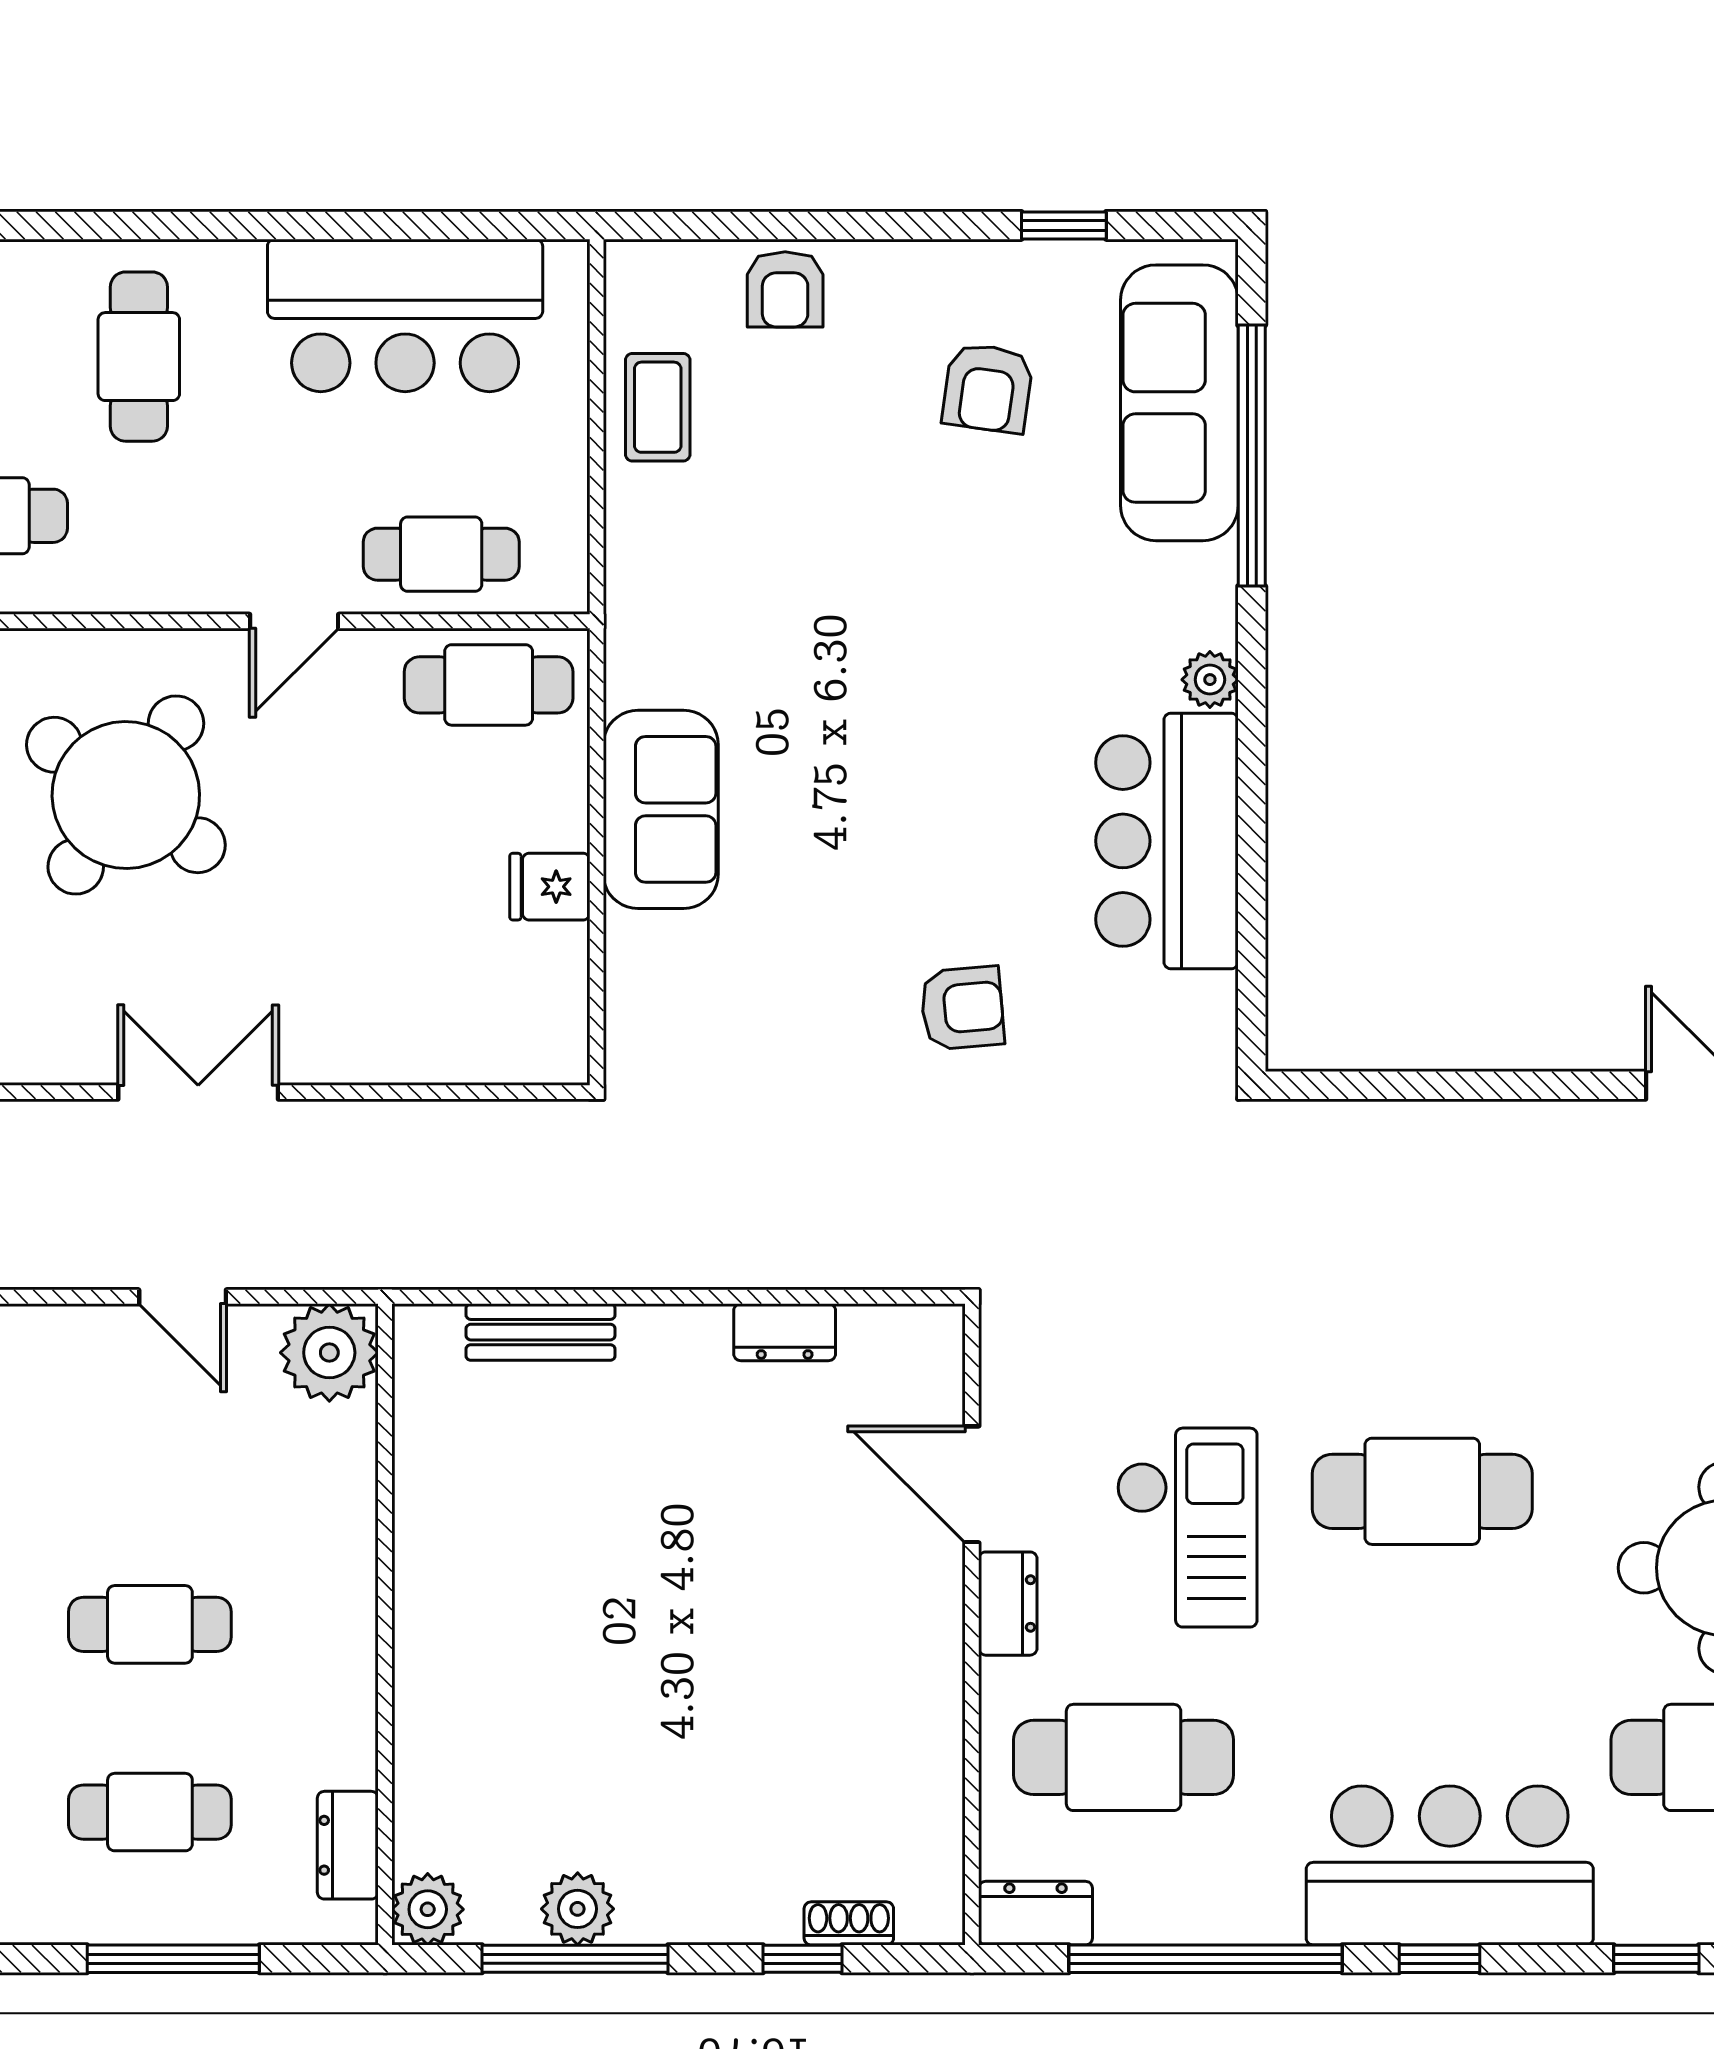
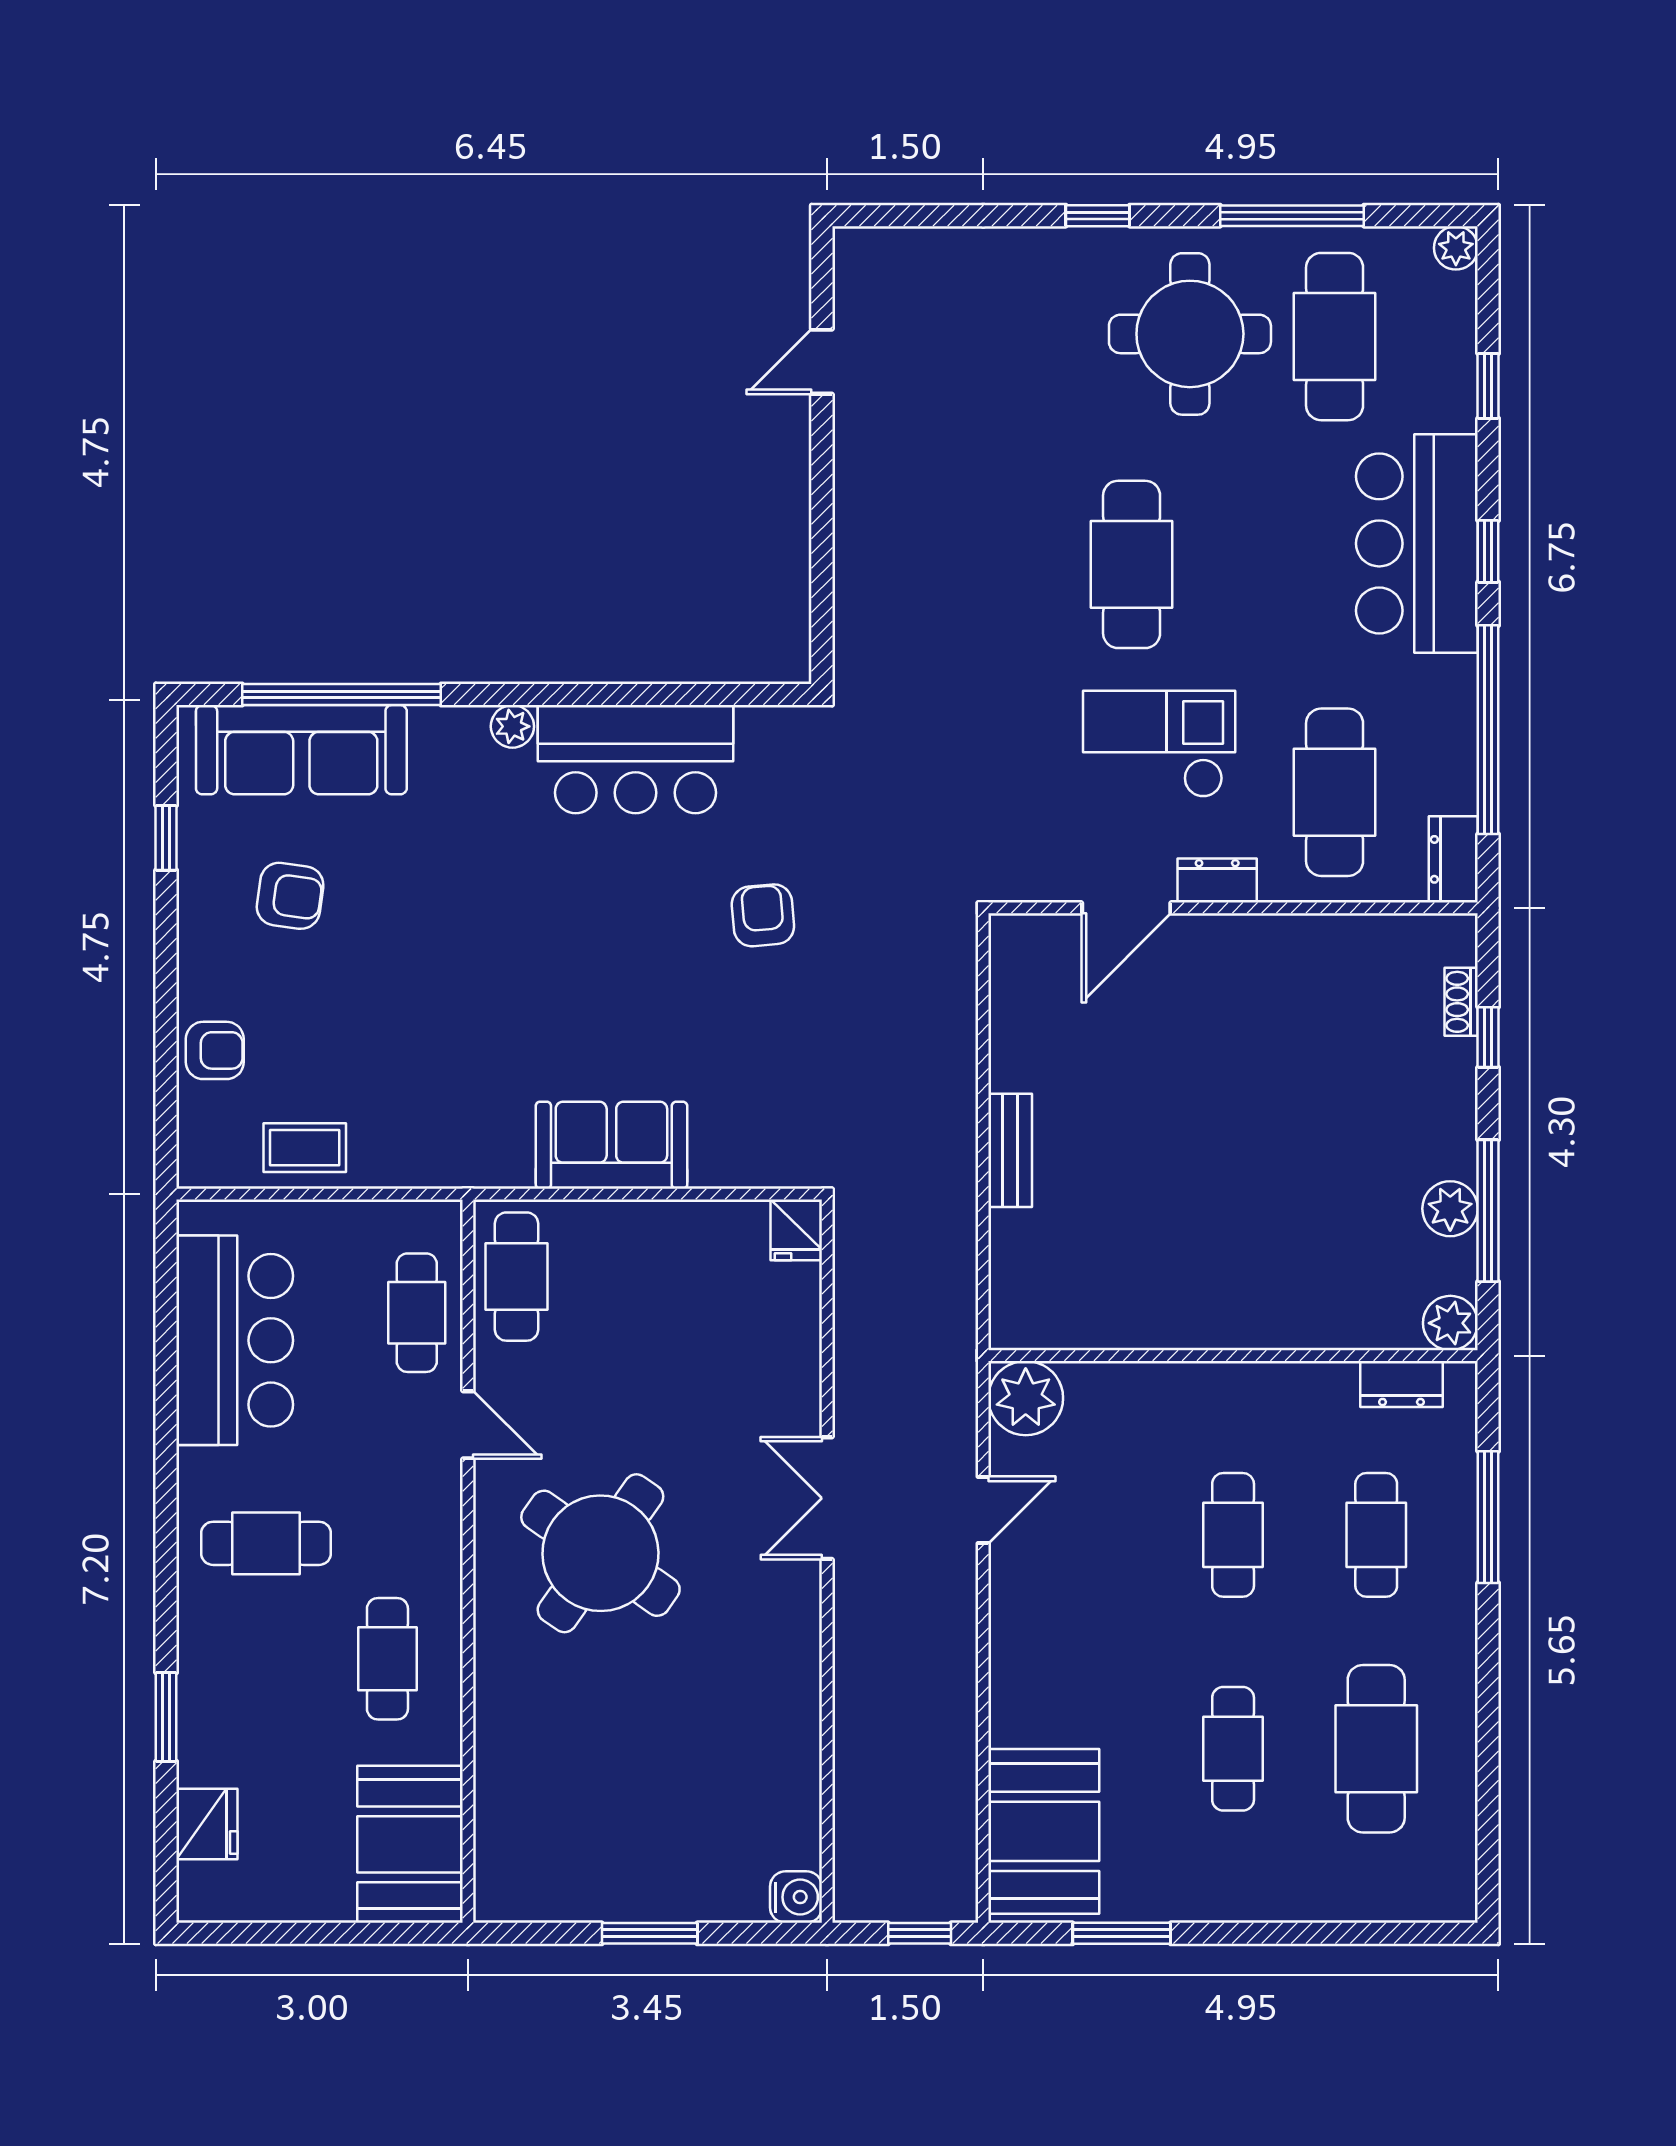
fridge: (550, 887) -> (796, 1230), moved
bench: (541, 1332) -> (1010, 1150), moved
dresser: (785, 1332) -> (1010, 1051), removed

